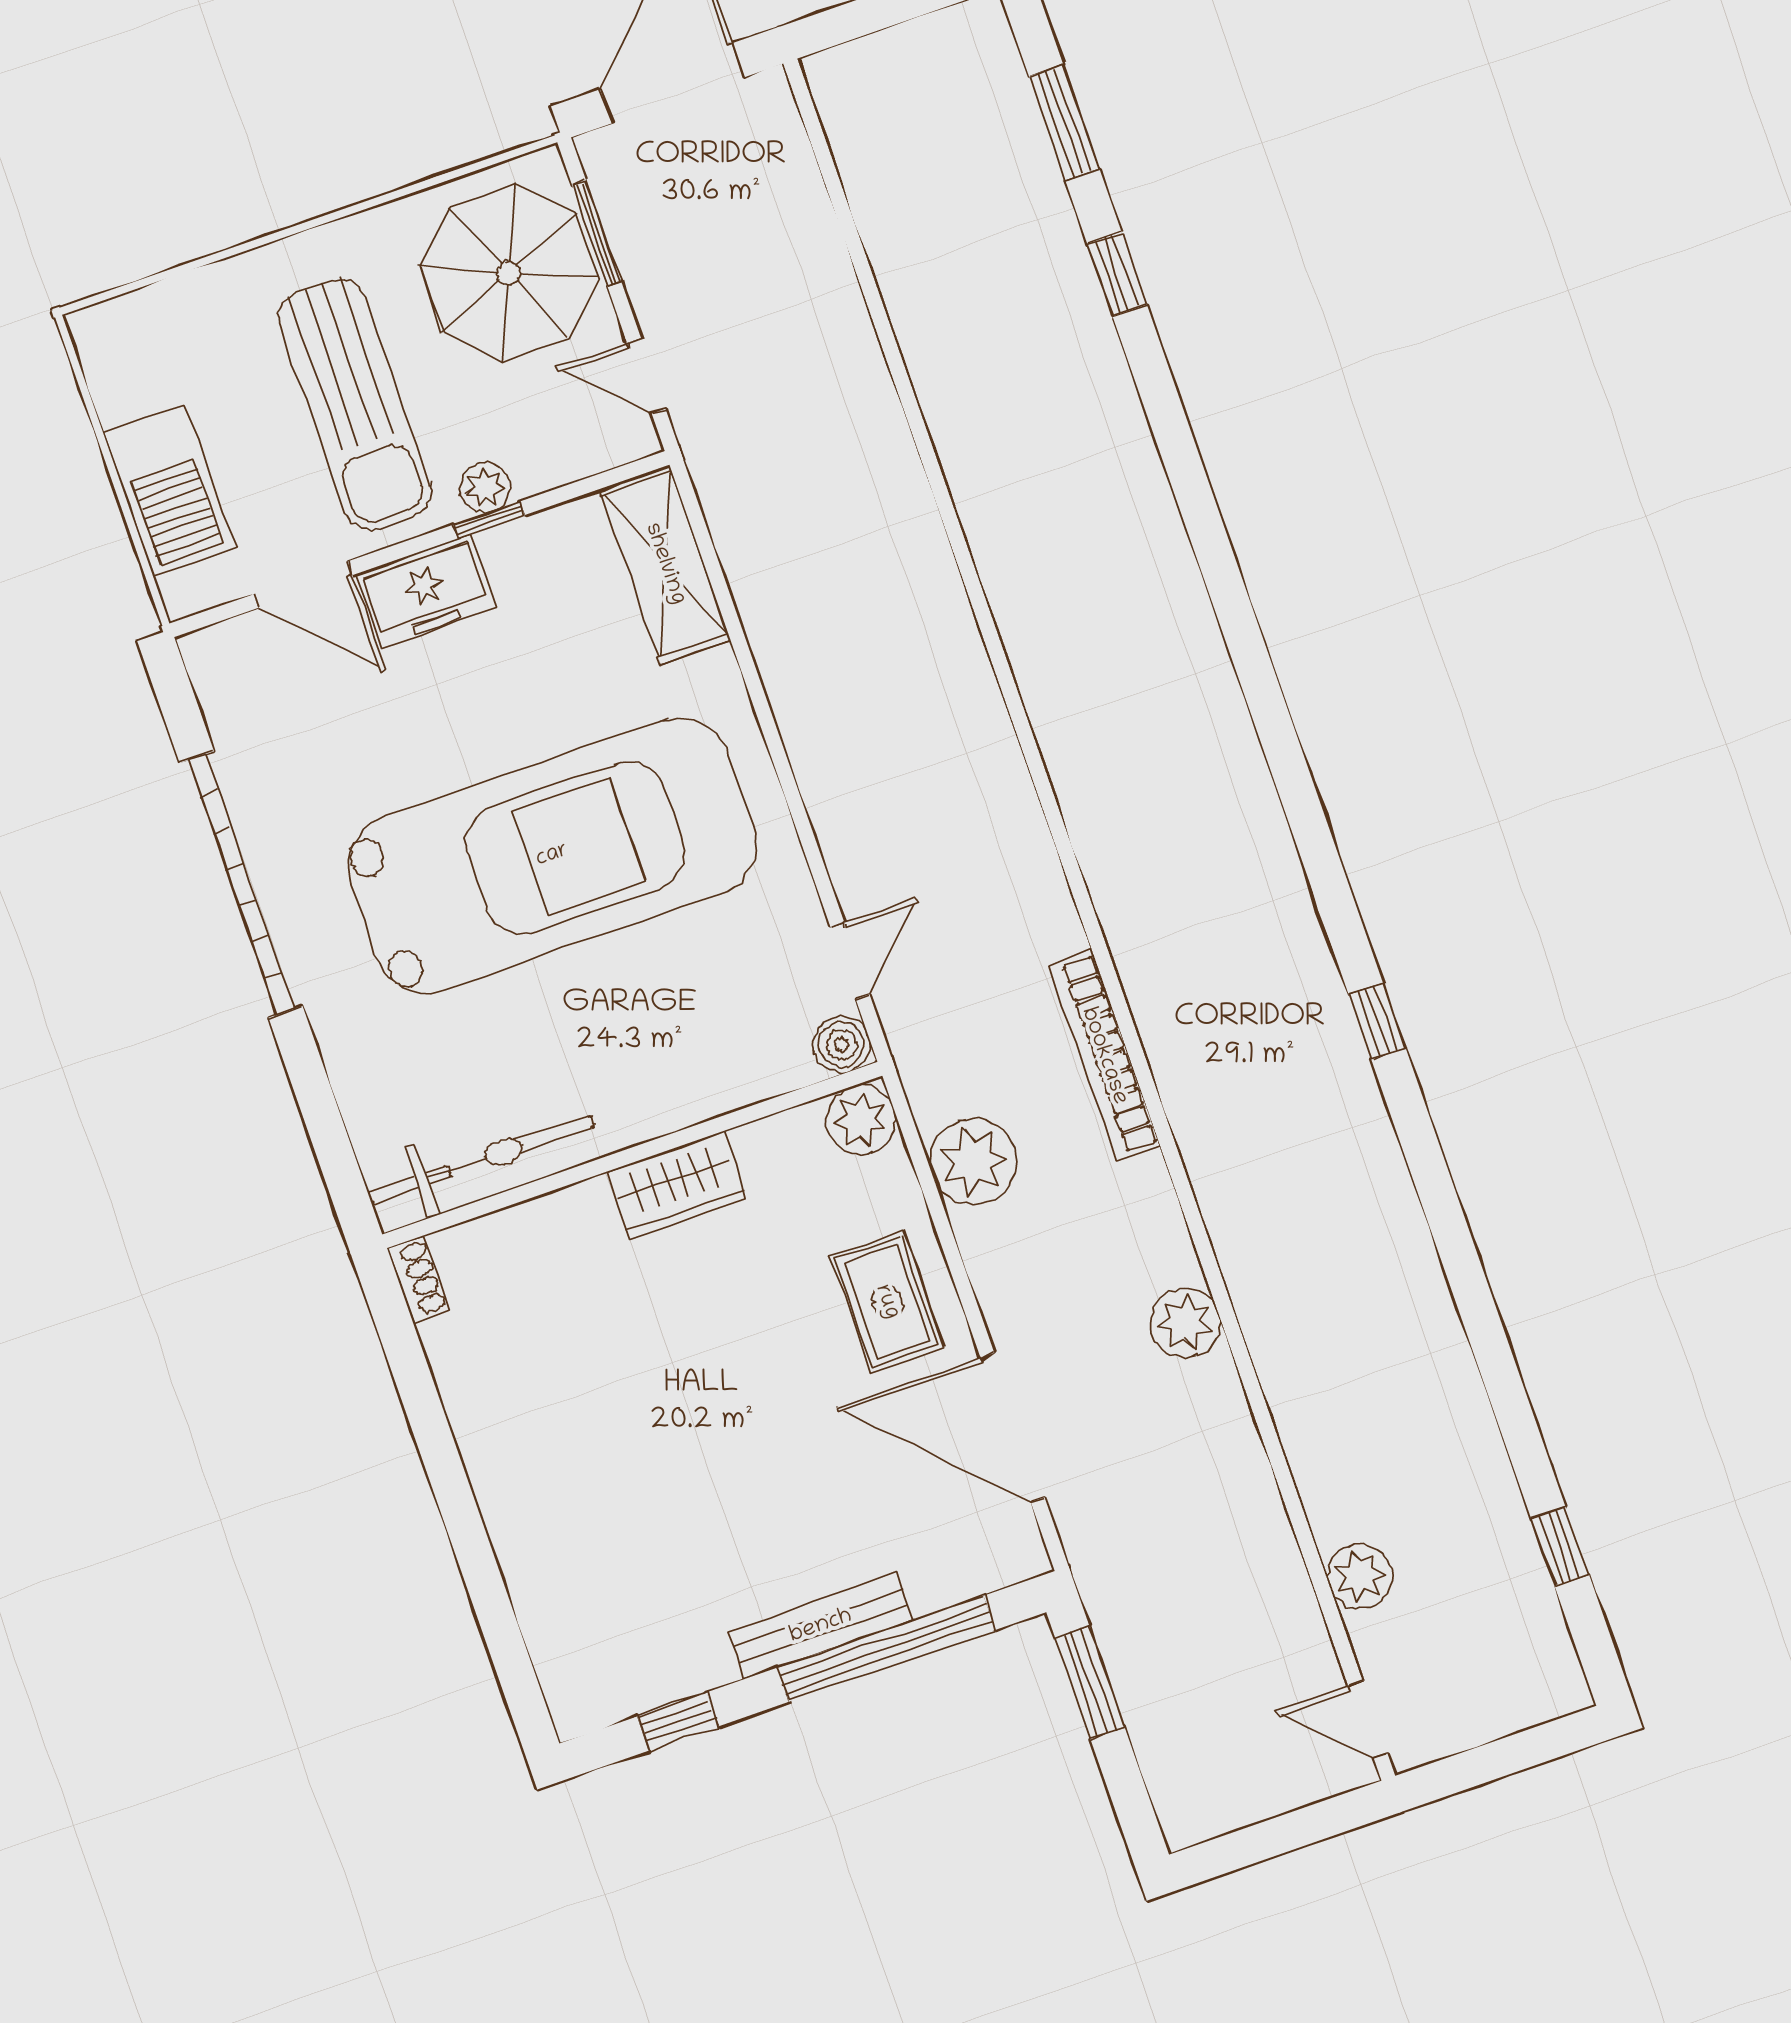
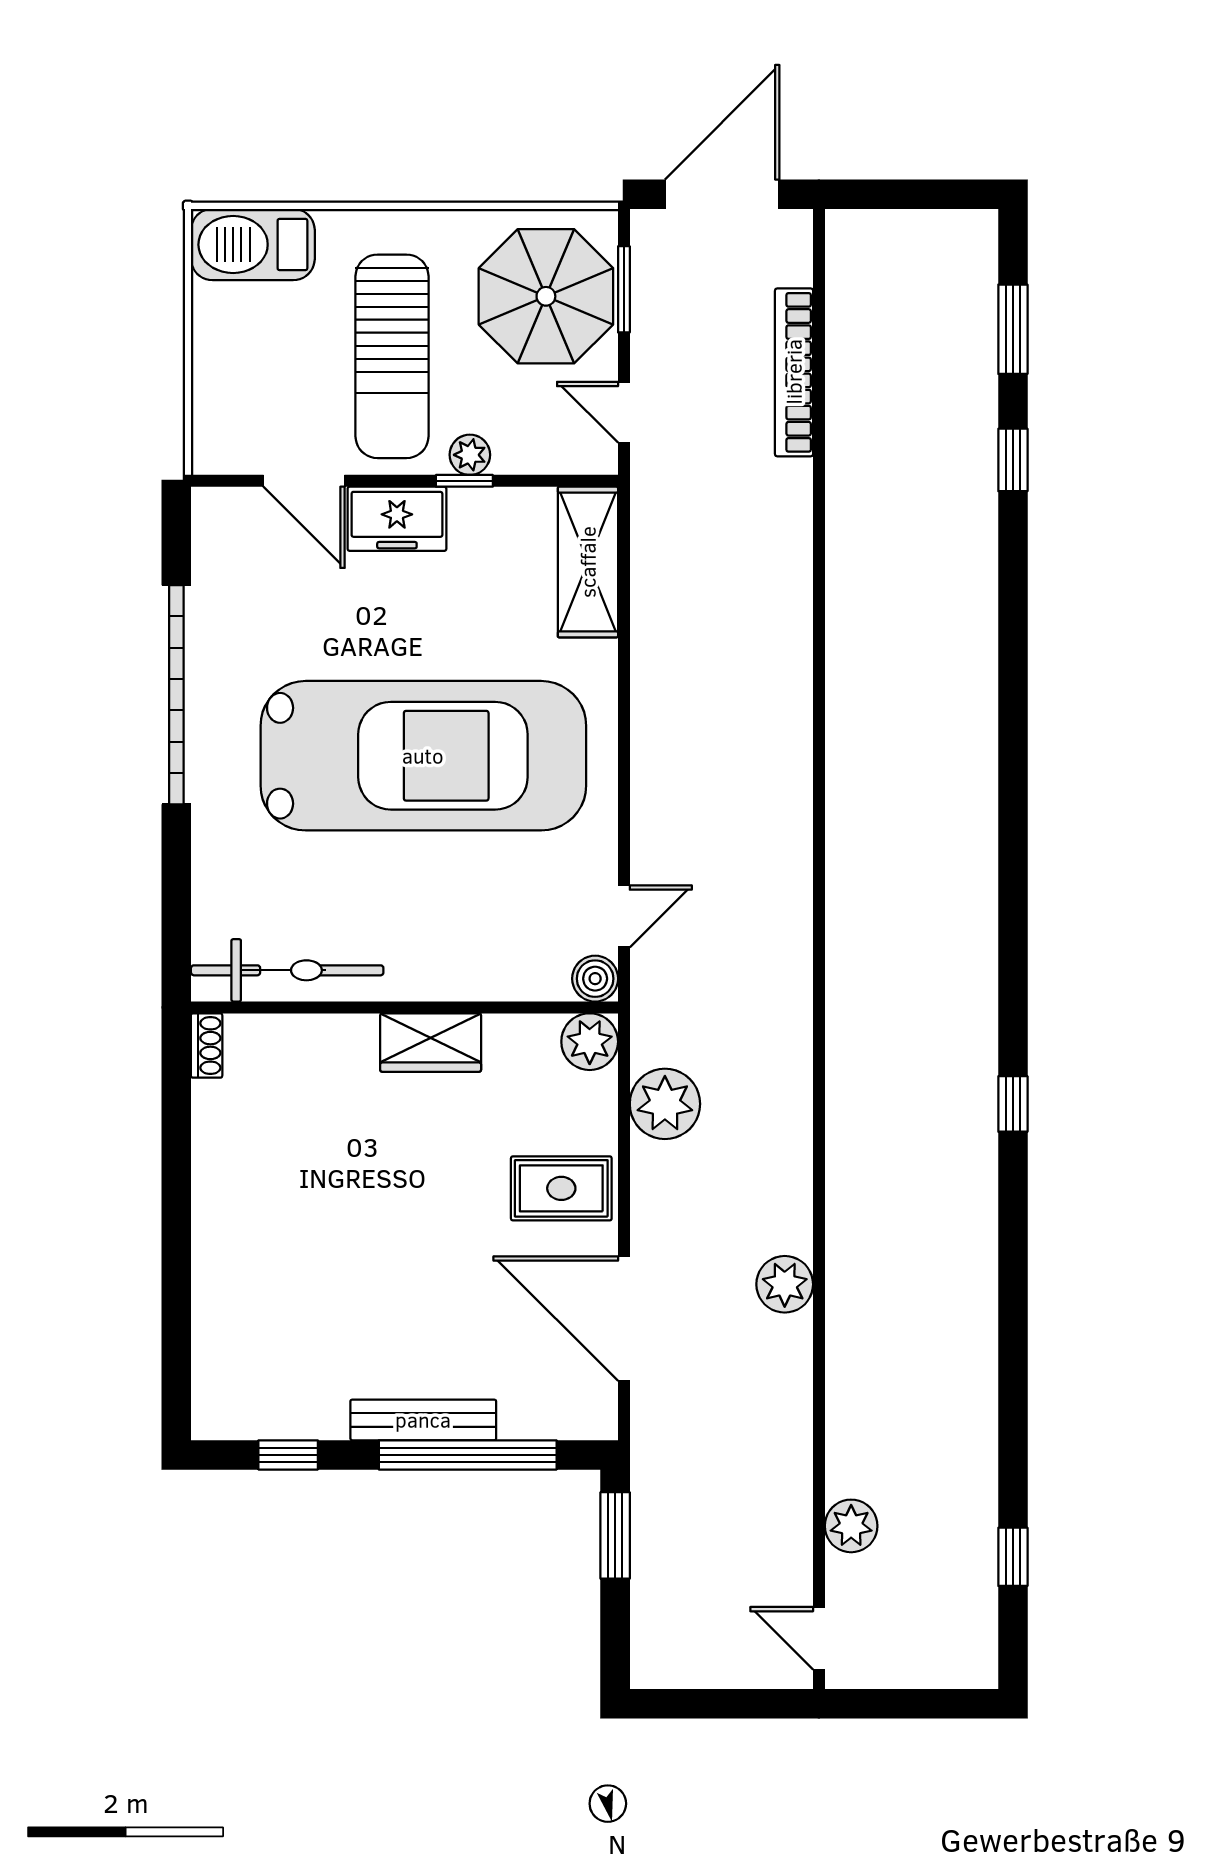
barbecue: (170, 491) -> (253, 245), moved, turned 90
bookcase: (1104, 1056) -> (794, 372), moved
rug: (887, 1302) -> (561, 1188), turned 90

